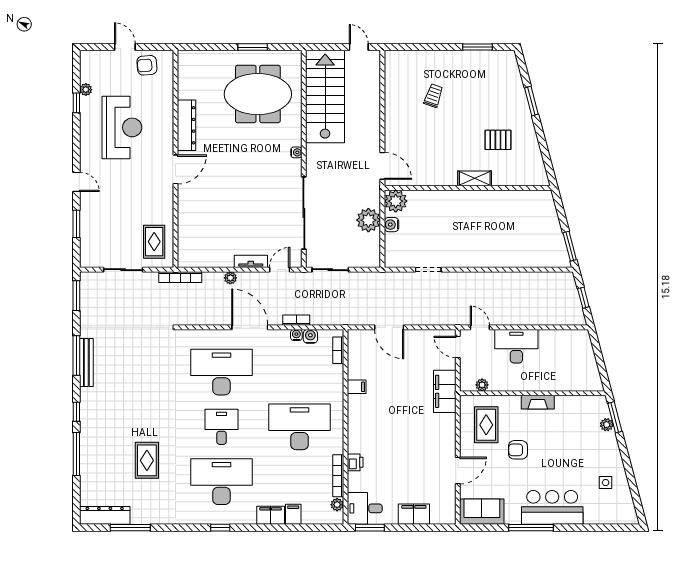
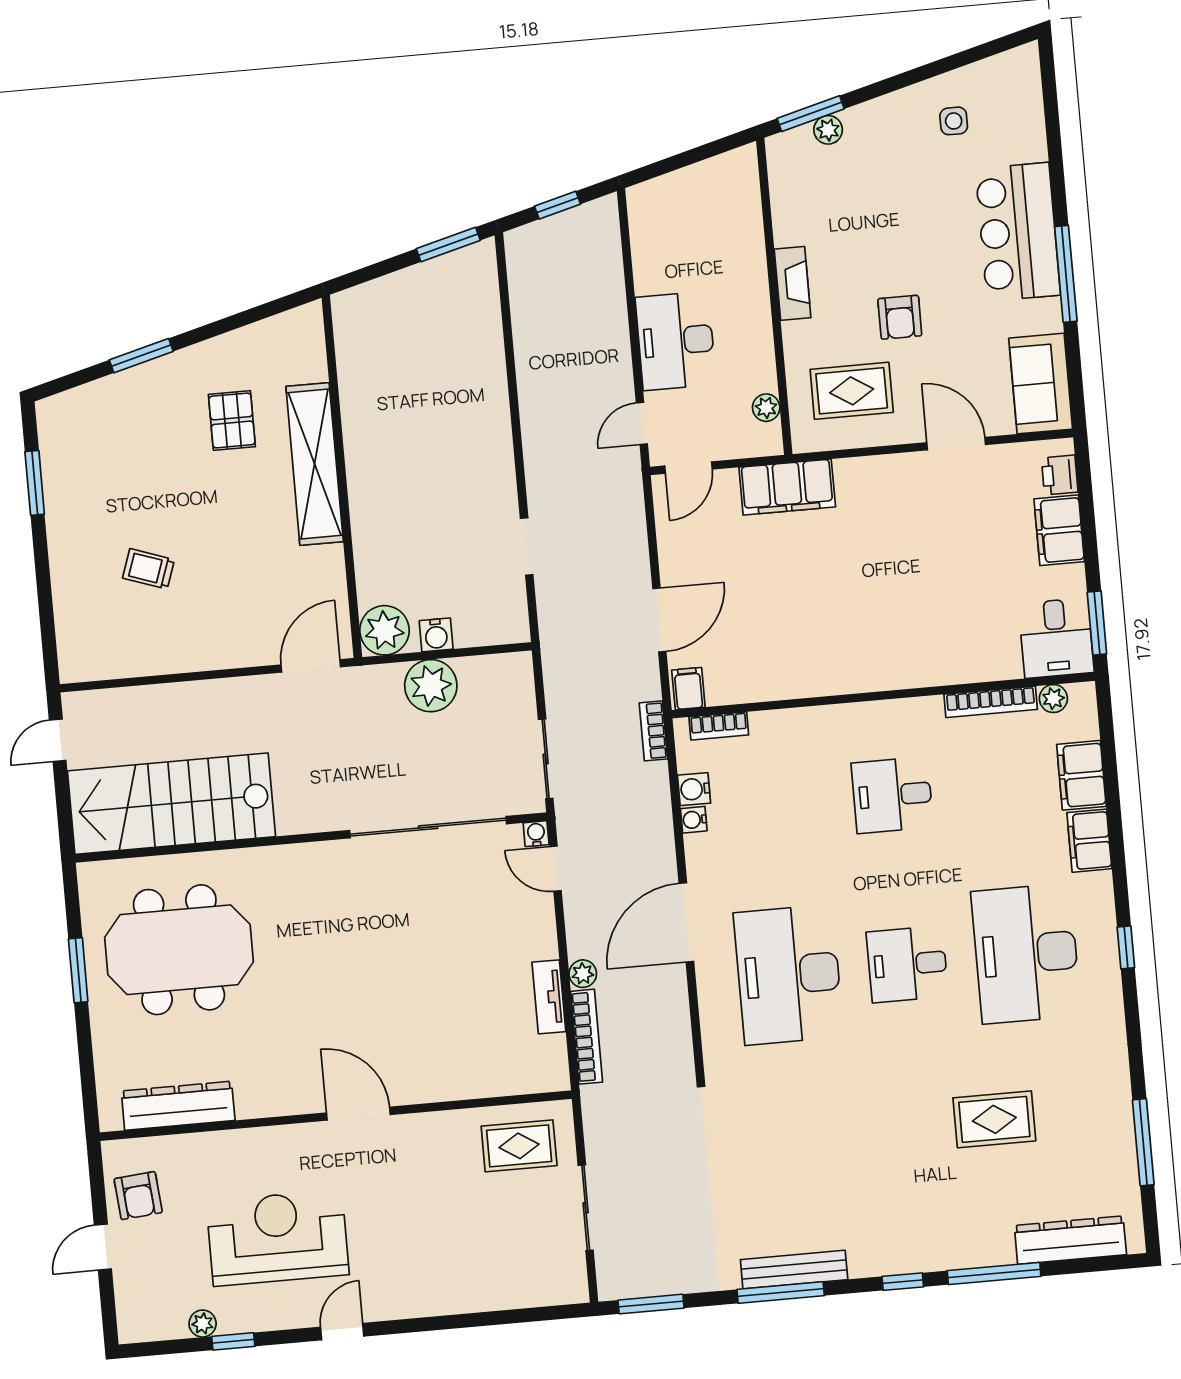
meeting table: (258, 94) -> (179, 950), turned 90
dresser: (186, 125) -> (178, 1106), moved
water cooler: (296, 152) -> (536, 834), moved
shelving: (475, 178) -> (315, 464), width x2.20, depth x1.33
door: (76, 182) -> (342, 1332), moved
window: (76, 224) -> (495, 1318), removed
tv unit: (251, 261) -> (549, 997), moved
bookcase: (180, 277) -> (587, 1037), moved
bookcase: (296, 320) -> (653, 731), moved
filing cabinet: (357, 387) -> (688, 689), moved
desk: (300, 427) -> (892, 795), width x0.53, depth x0.77
printer: (355, 462) -> (1060, 475), moved, turned -90
filing cabinet: (293, 514) -> (1081, 775), width x2.00
dresser: (105, 515) -> (1070, 1240), moved, turned 90

